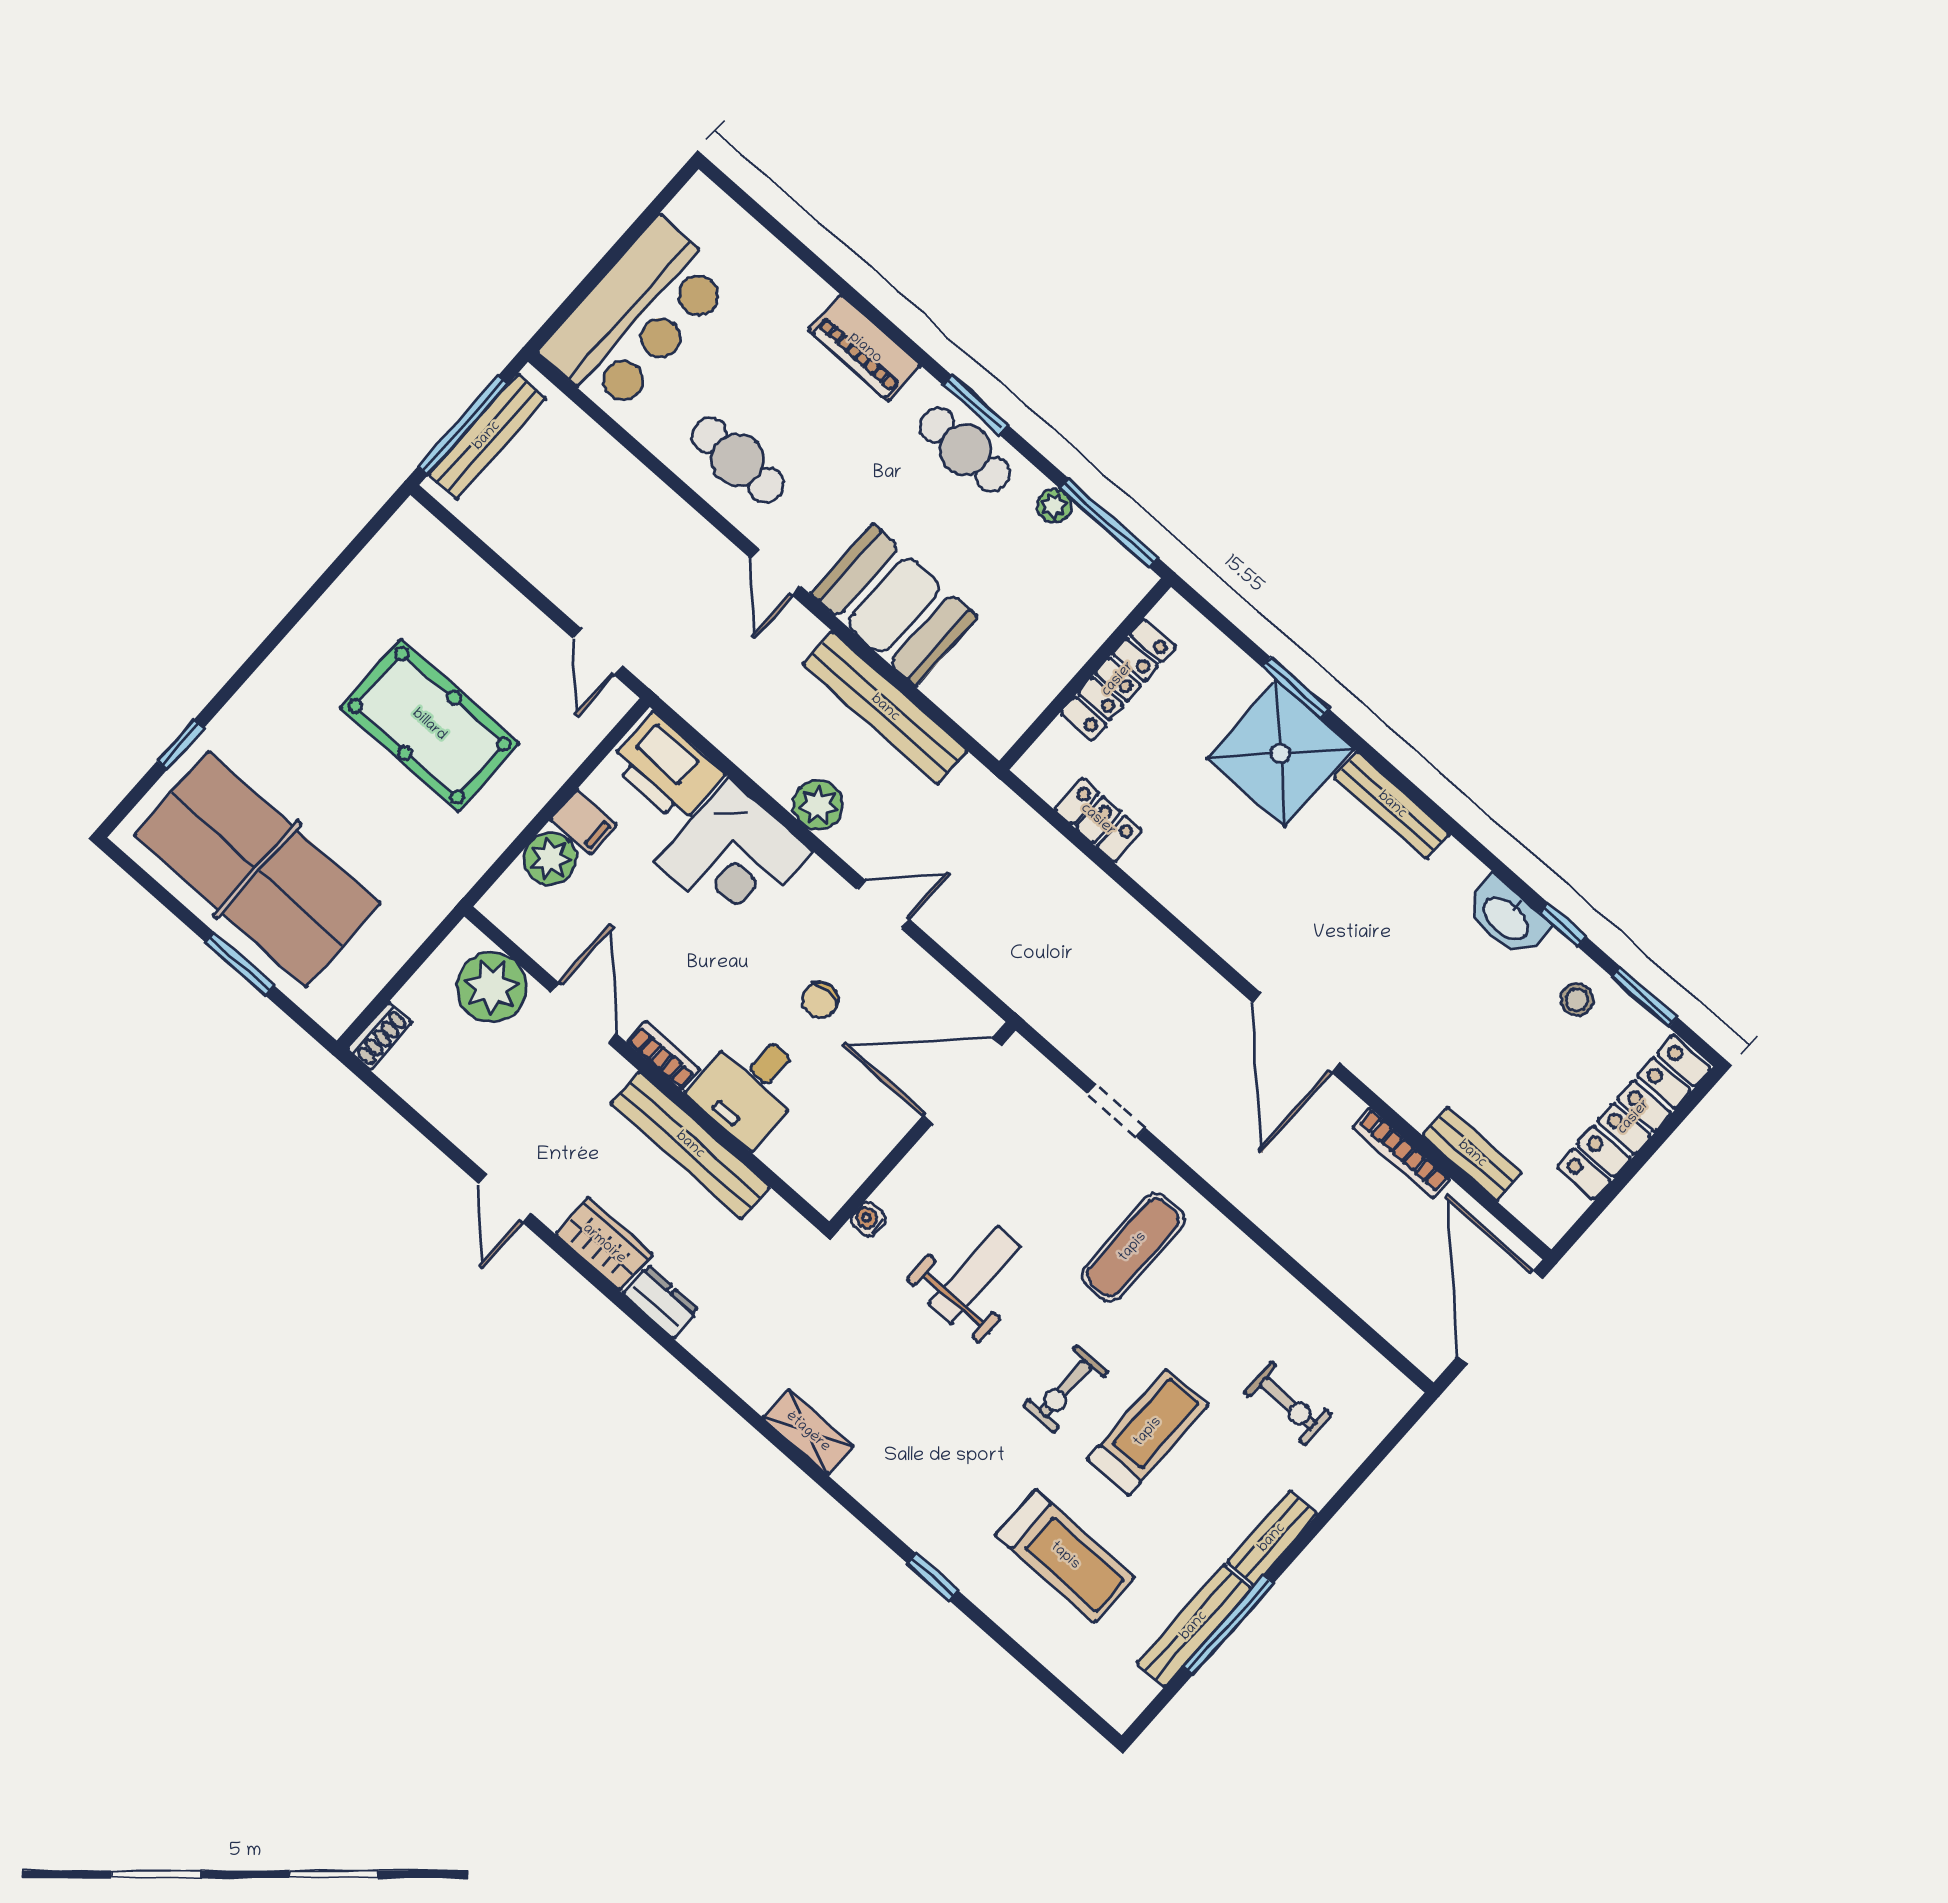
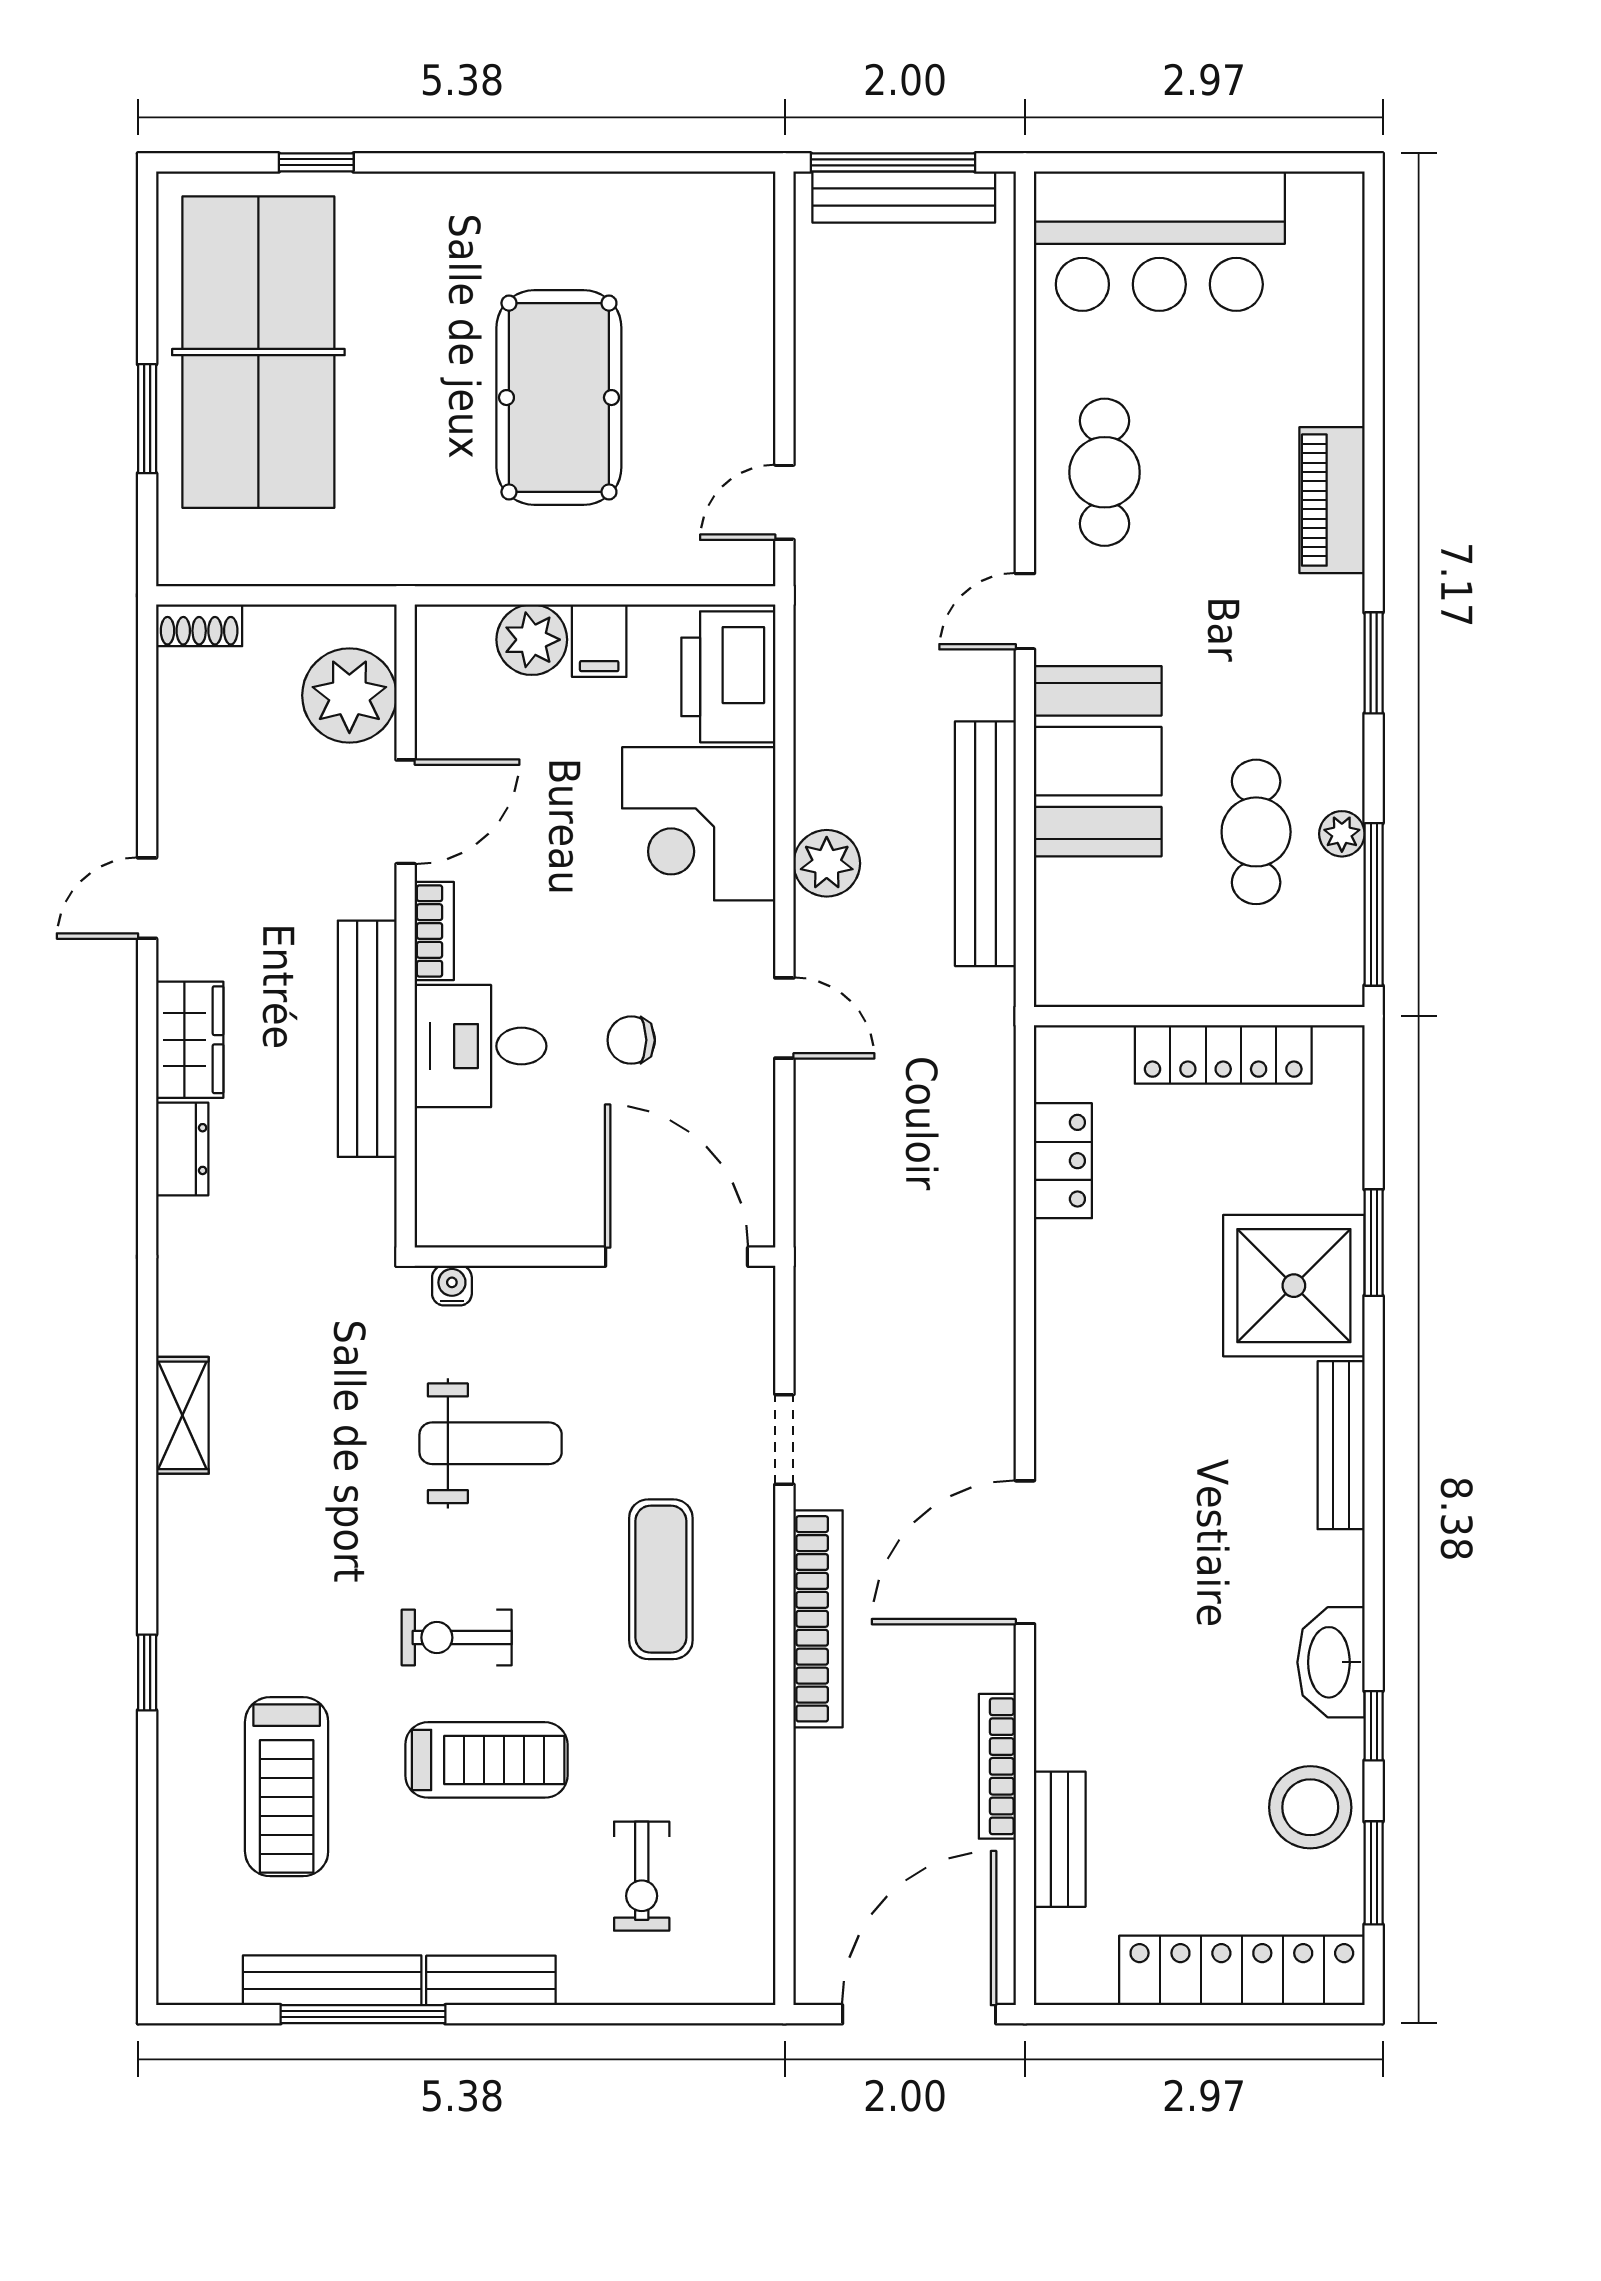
cafe table: (965, 450) -> (1256, 832), moved
stool: (1577, 1000) -> (1310, 1807), width x1.89, depth x1.89
bookcase: (1232, 1180) -> (818, 1619), added
exercise mat: (1133, 1247) -> (661, 1579), turned 90

